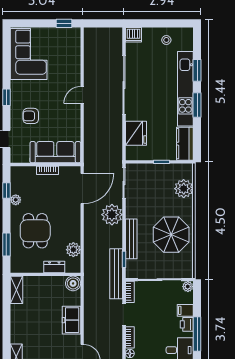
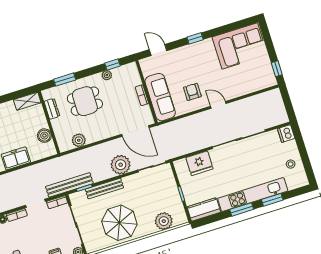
armchair: (31, 116) -> (192, 92), moved
dresser: (54, 267) -> (52, 109), moved
boiler: (73, 283) -> (44, 136), moved

